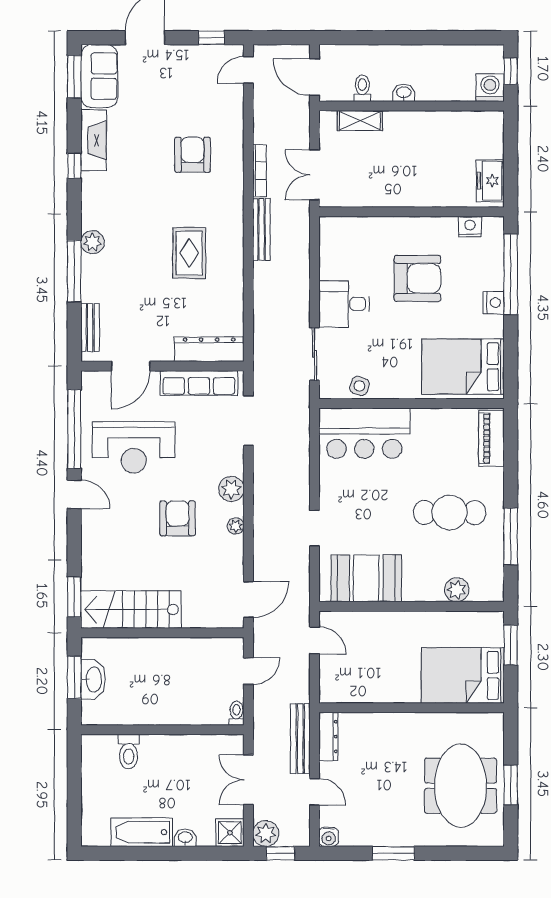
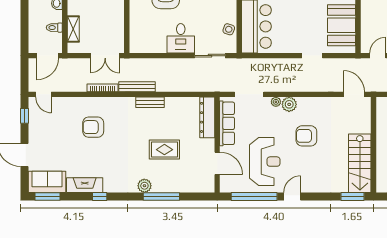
rug: (189, 253) -> (164, 150), moved
bench: (90, 328) -> (150, 102), moved
plant: (236, 526) -> (276, 102), moved

